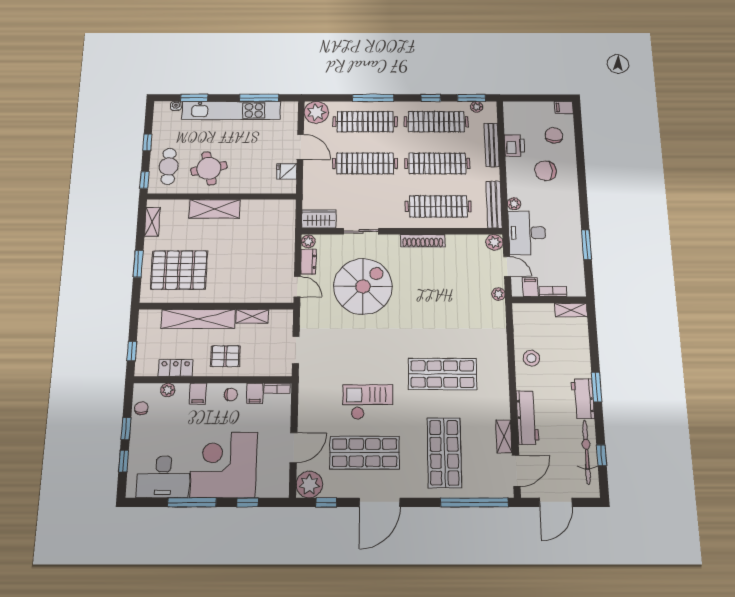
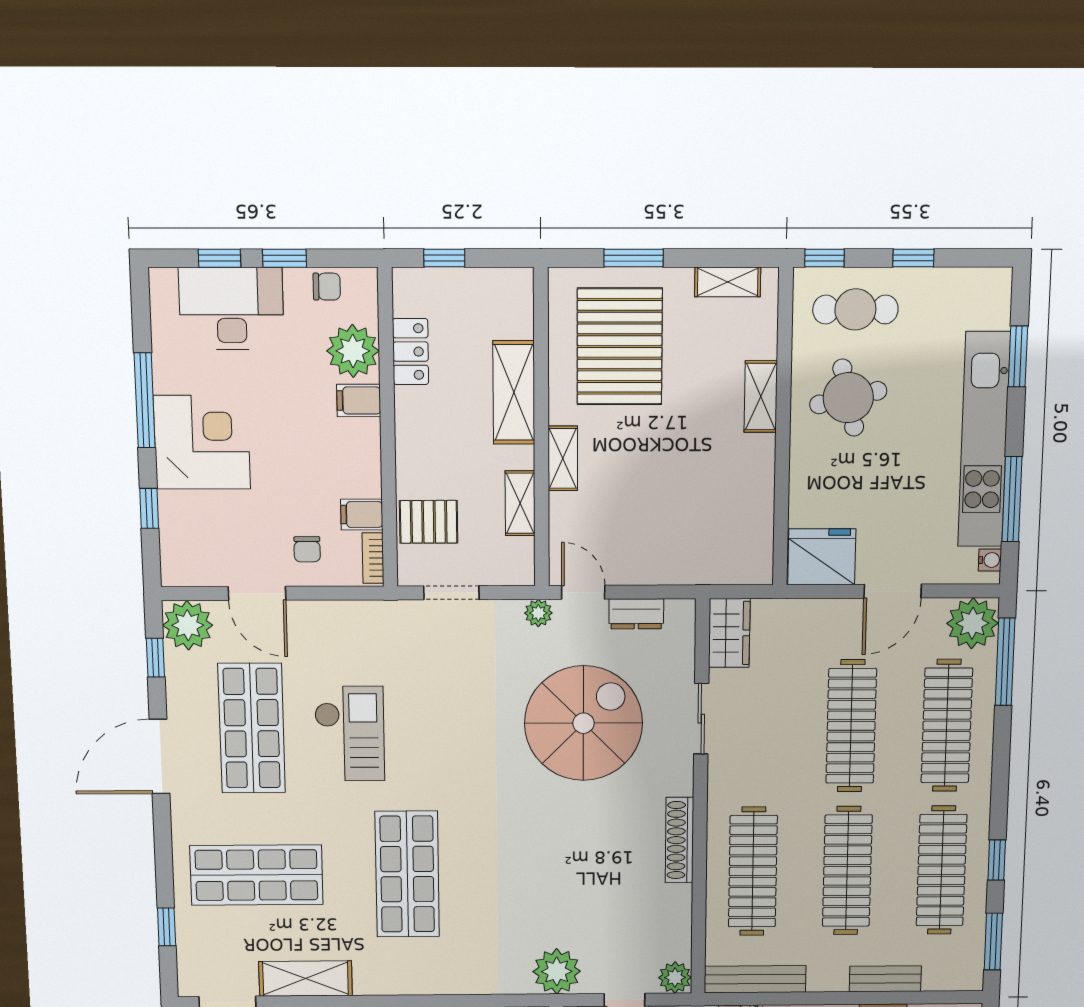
window: (373, 98) -> (1005, 662), moved
water cooler: (176, 106) -> (990, 560), moved
plant: (477, 107) -> (972, 951), removed
bench: (492, 145) -> (885, 979), width x0.73
fridge: (287, 171) -> (822, 557), width x1.88, depth x1.34
shelving: (214, 209) -> (761, 397), width x0.67, depth x0.75
plant: (308, 241) -> (538, 613), moved
spiral stairs: (363, 286) -> (584, 723), turned -90
door: (297, 287) -> (583, 592), swing flipped
plant: (498, 294) -> (557, 971), width x1.87, depth x1.87
shelving: (231, 296) -> (563, 458), added
shelving: (198, 319) -> (514, 393), width x0.68
pallet: (225, 356) -> (429, 522), moved, turned 90
plant: (168, 390) -> (353, 351), width x1.87, depth x1.87
chair: (231, 395) -> (307, 549), moved
shelving: (504, 436) -> (306, 979), width x1.50, depth x1.33
corner desk: (224, 465) -> (202, 442), width x0.74, depth x0.74
desk: (163, 477) -> (231, 308), moved, turned 90
door: (380, 502) -> (159, 756), hinge flipped
window: (474, 502) -> (167, 927), width x0.32

